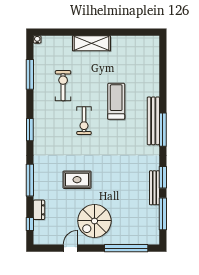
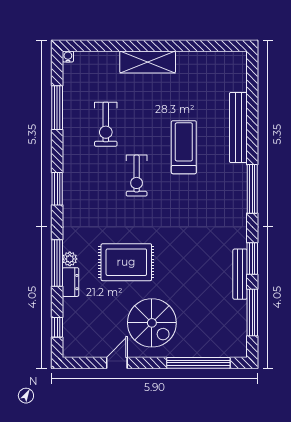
exercise bike: (63, 86) -> (106, 124), turned 180
bench: (153, 121) -> (238, 127), moved
plant: (38, 177) -> (70, 259), added
rug: (77, 180) -> (126, 262), width x1.36, depth x1.43
dresser: (39, 210) -> (71, 282), moved
spiral stairs: (94, 221) -> (152, 323), turned -90

